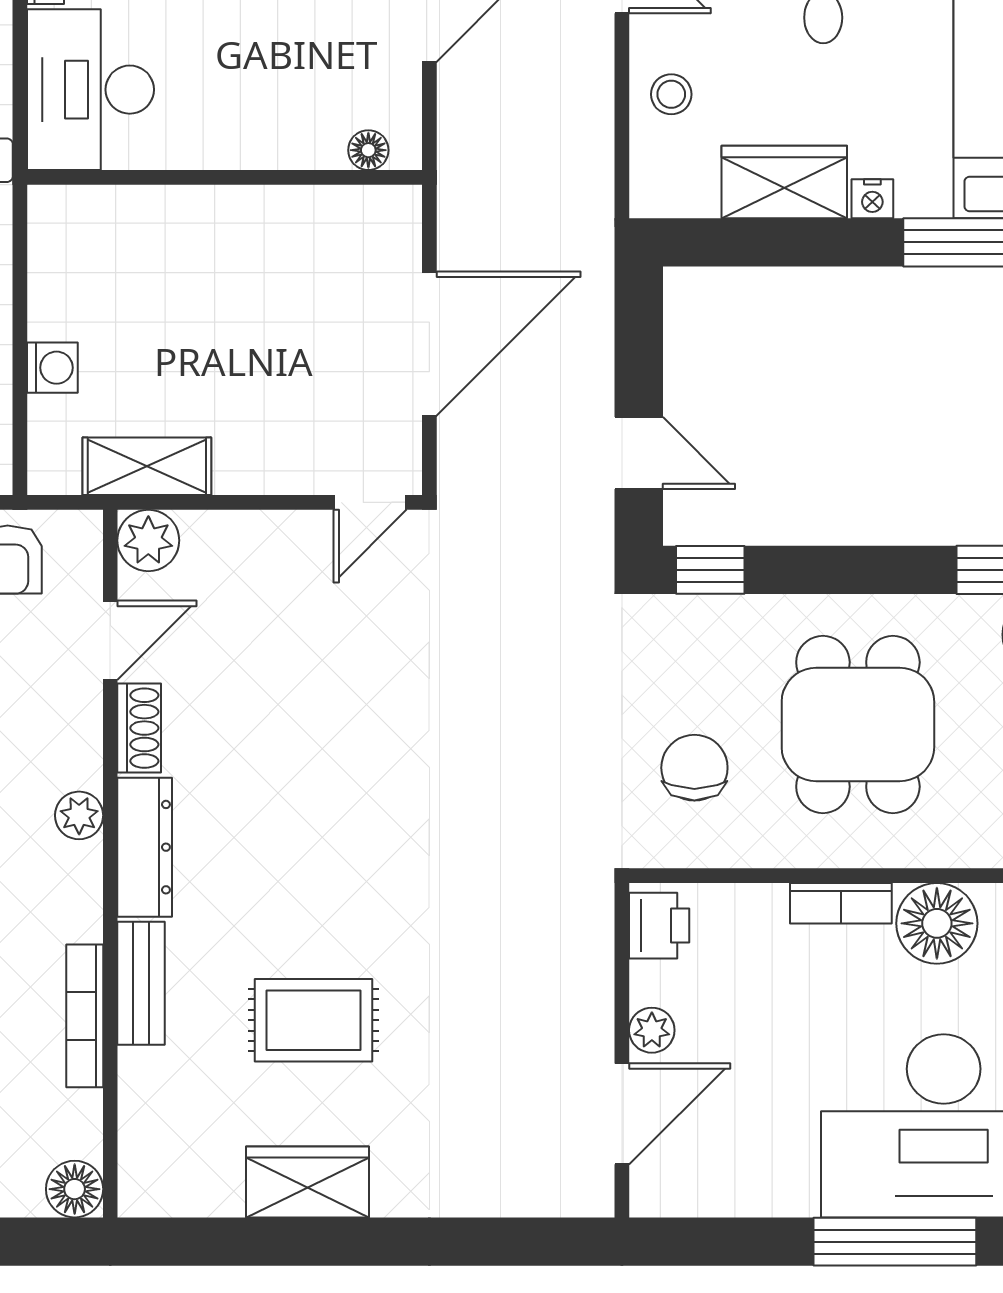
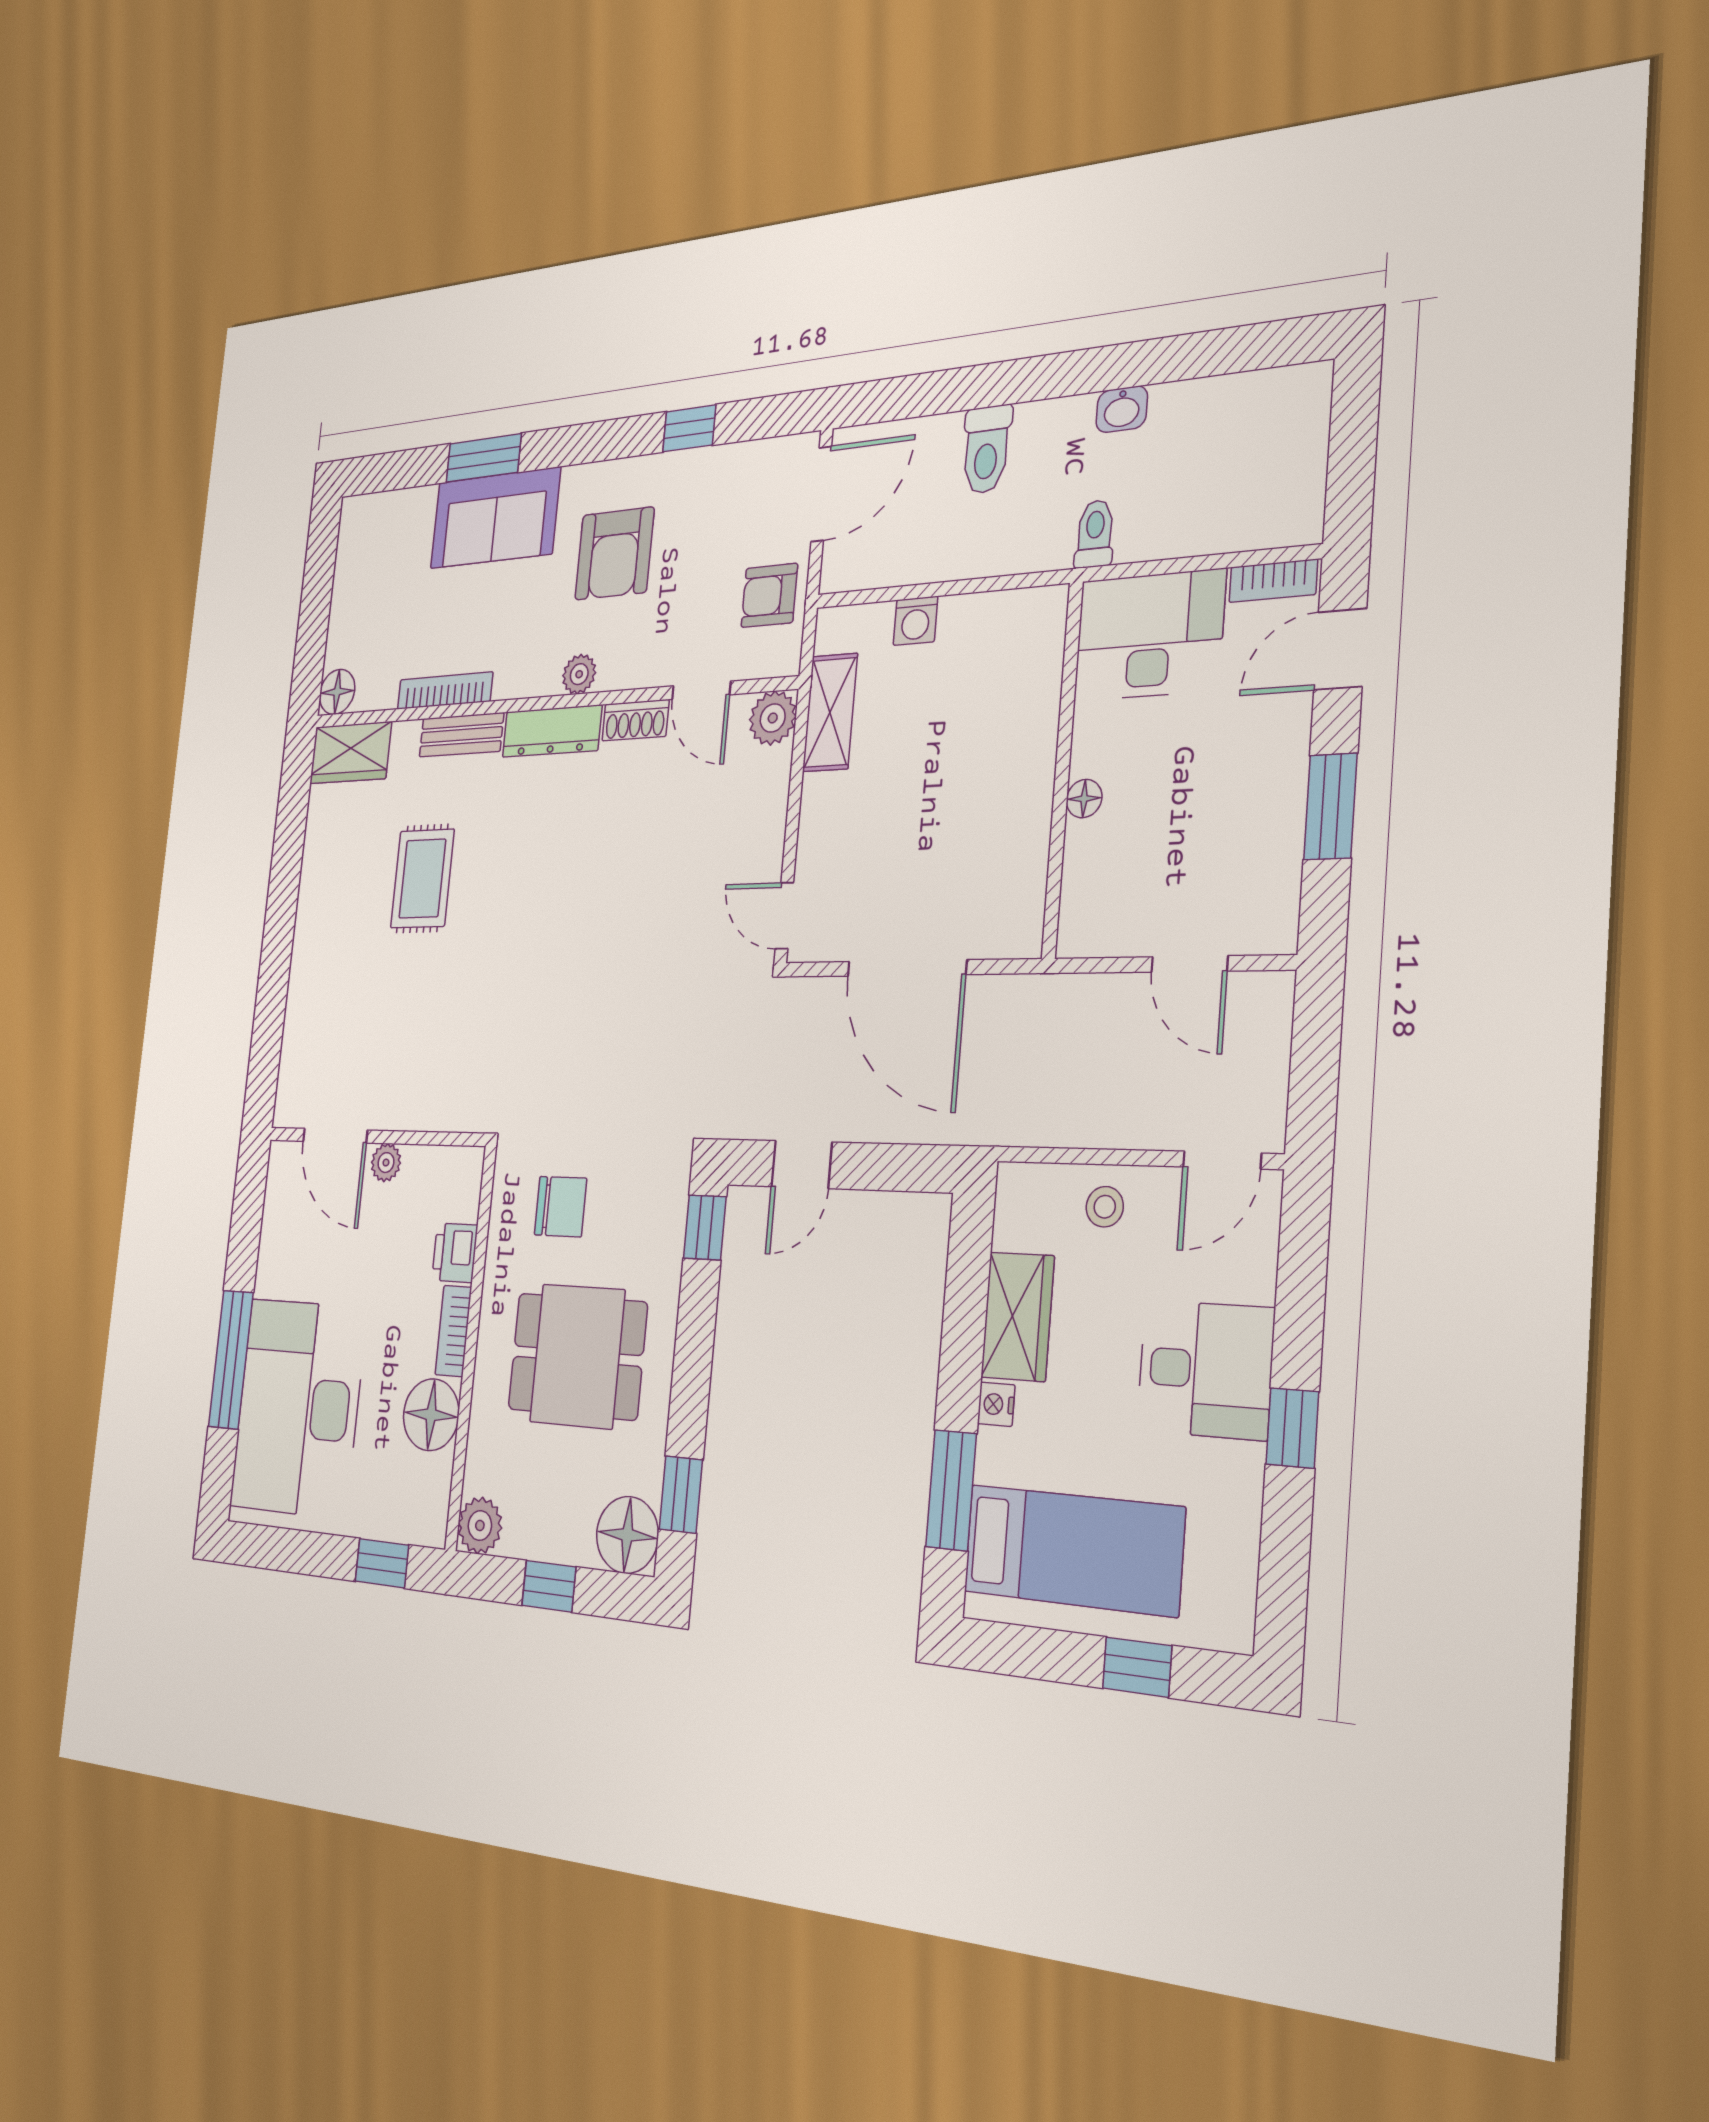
floor lamp: (368, 150) -> (1084, 799), moved
printer: (659, 926) -> (455, 1253), moved, turned 90
wardrobe: (307, 1182) -> (350, 753), moved, turned 90

